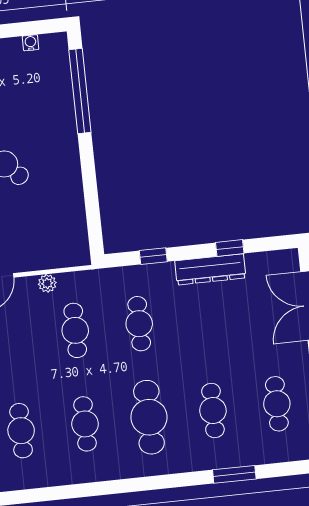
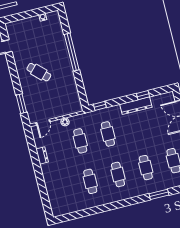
window: (80, 91) -> (72, 52), moved
window: (153, 256) -> (100, 106), moved
cafe table: (149, 417) -> (118, 174), width x0.73, depth x0.74
cafe table: (21, 431) -> (63, 188), removed

